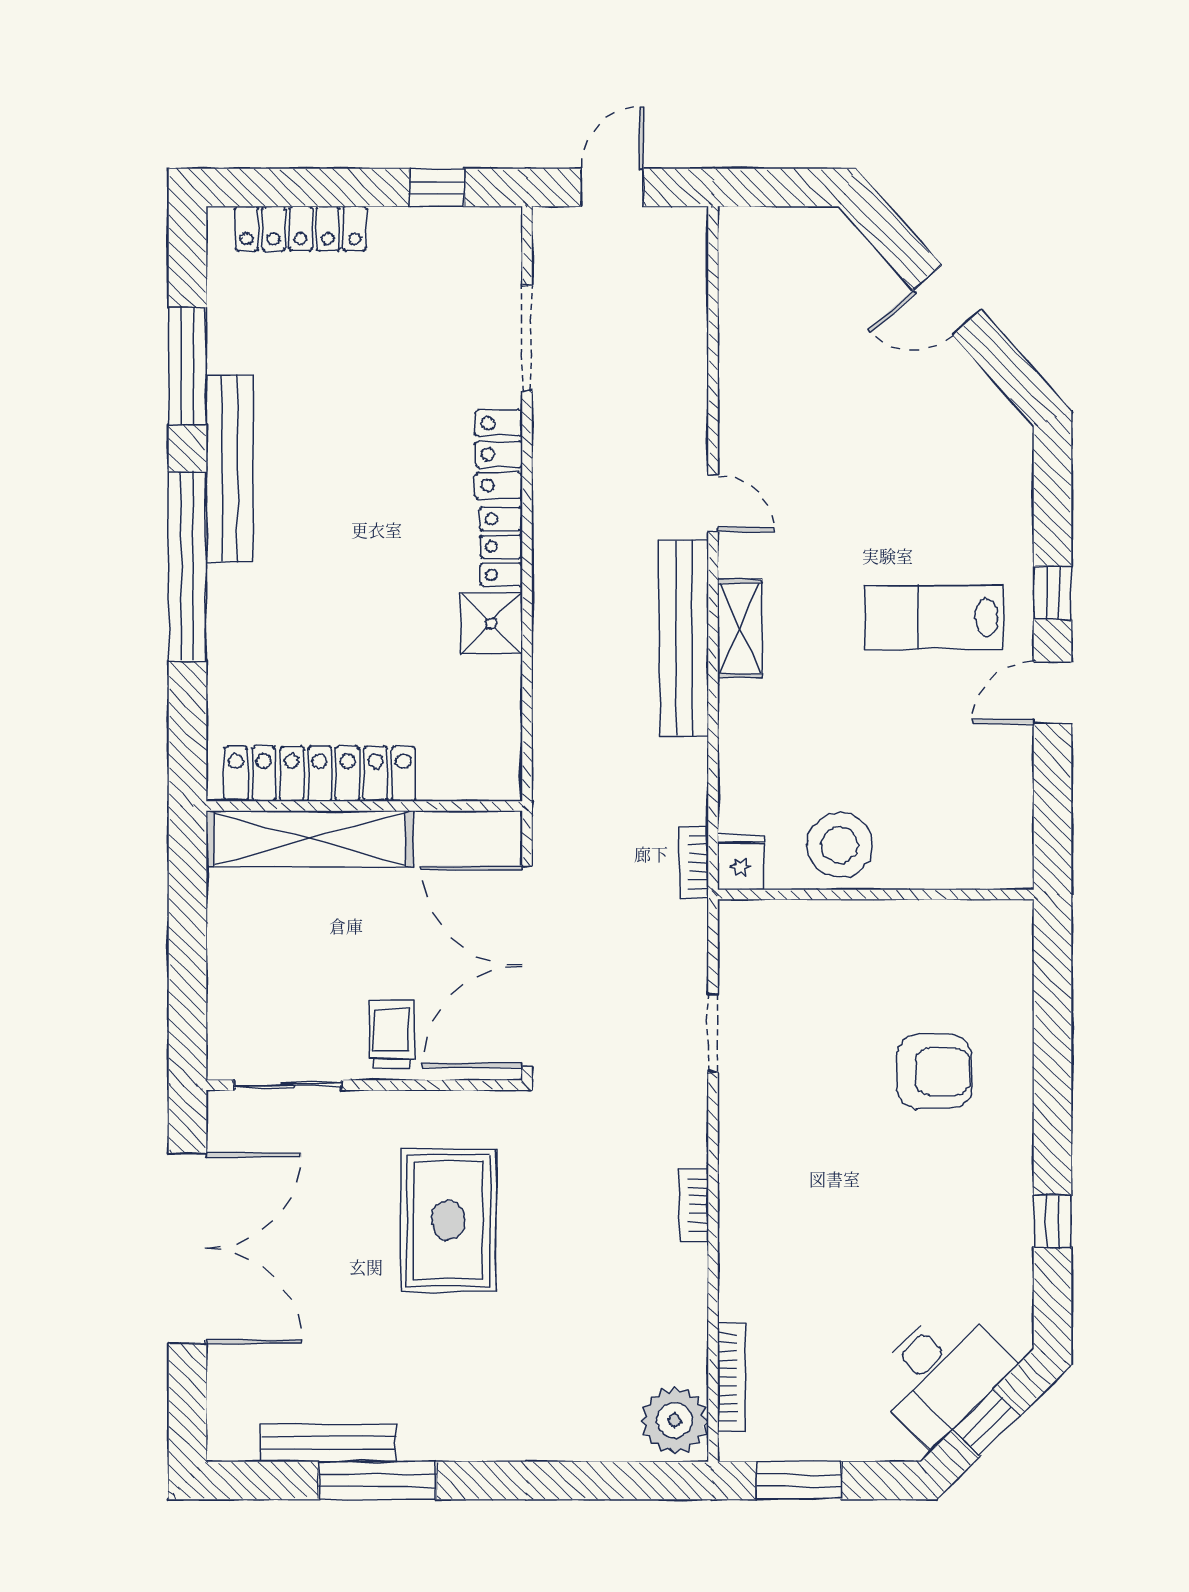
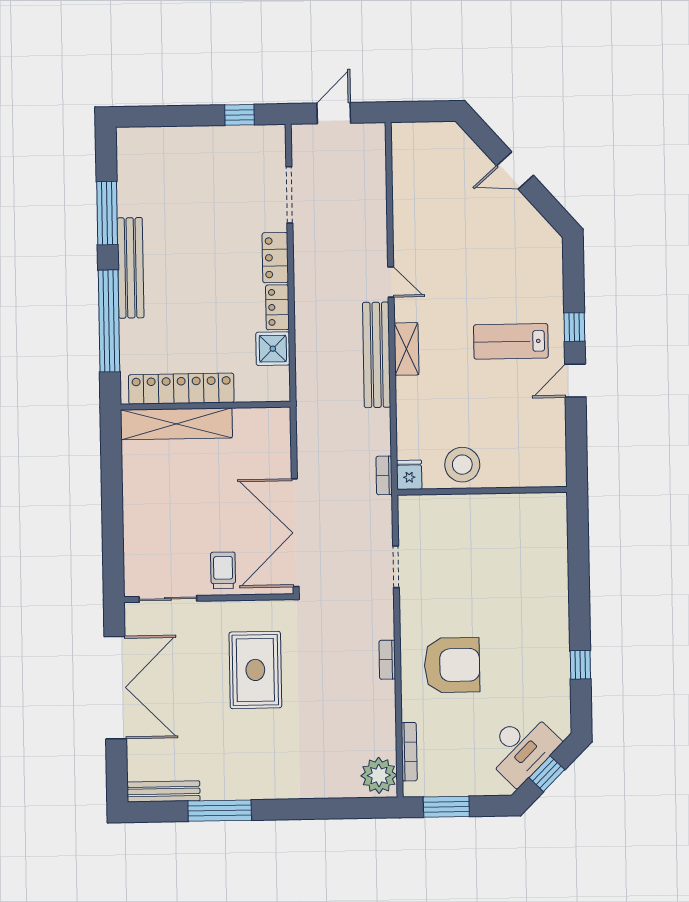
locker: (301, 228) -> (167, 138), removed
locker: (320, 774) -> (181, 389), moved
wall: (364, 806) -> (205, 406), moved
shelving: (310, 839) -> (176, 424), moved
armchair: (934, 1072) -> (452, 665), moved, width x1.36, depth x1.36
bench: (328, 1443) -> (164, 791), moved

